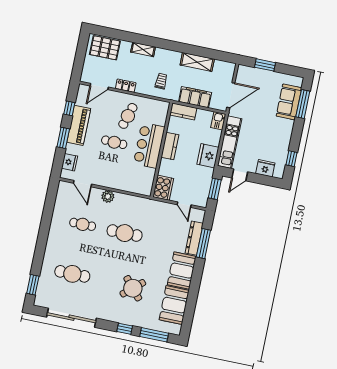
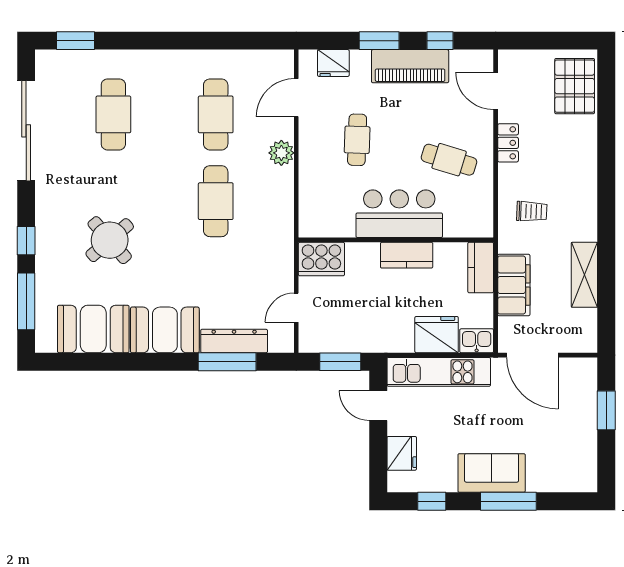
shelving: (143, 49) -> (587, 162), removed
sofa: (289, 102) -> (492, 473), moved
window: (303, 104) -> (508, 501), moved
cafe table: (114, 142) -> (357, 140), moved
fridge: (208, 156) -> (437, 335), moved
cafe table: (83, 224) -> (216, 114), width x1.37, depth x1.35

